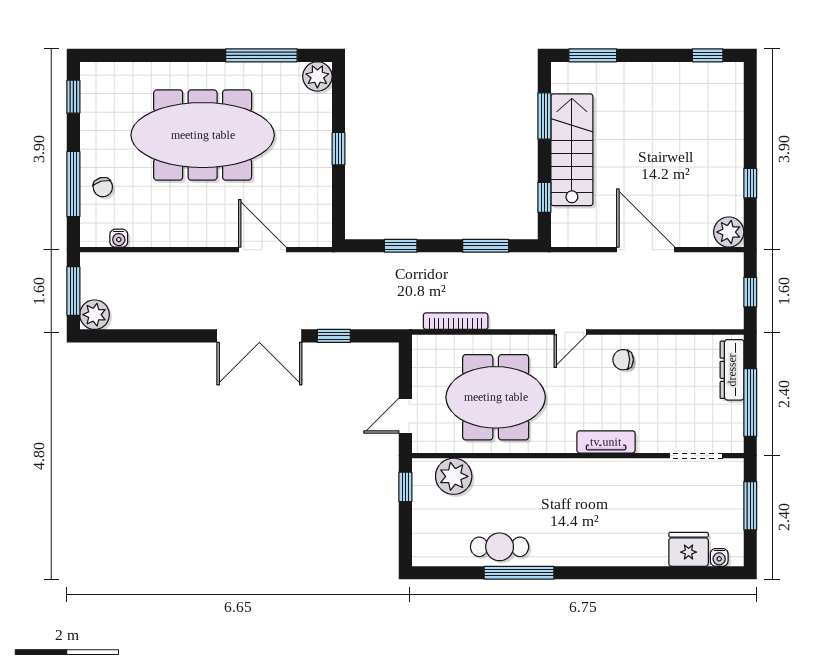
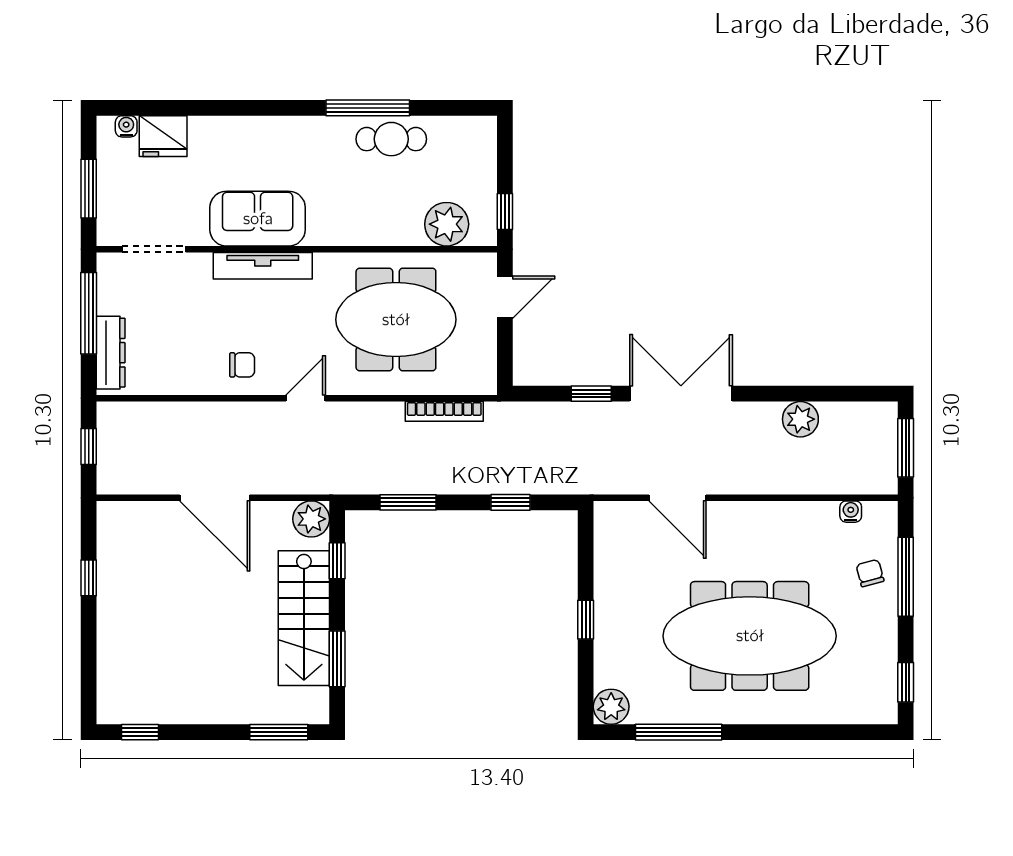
plant: (729, 232) -> (311, 519), moved
plant: (95, 315) -> (800, 419), moved
tv unit: (606, 442) -> (263, 266), width x1.41
sofa: (610, 481) -> (258, 219), added

